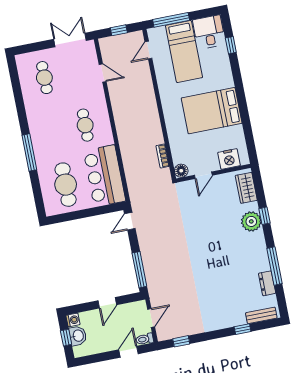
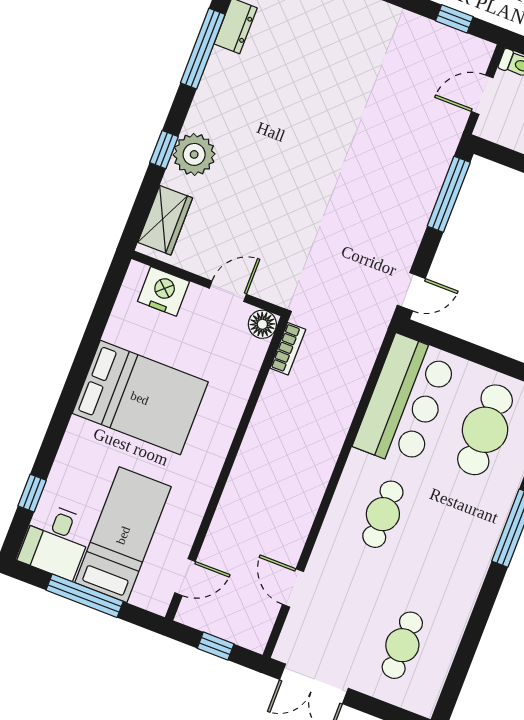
window: (171, 20) -> (85, 596), moved
bookcase: (163, 156) -> (288, 349), moved

